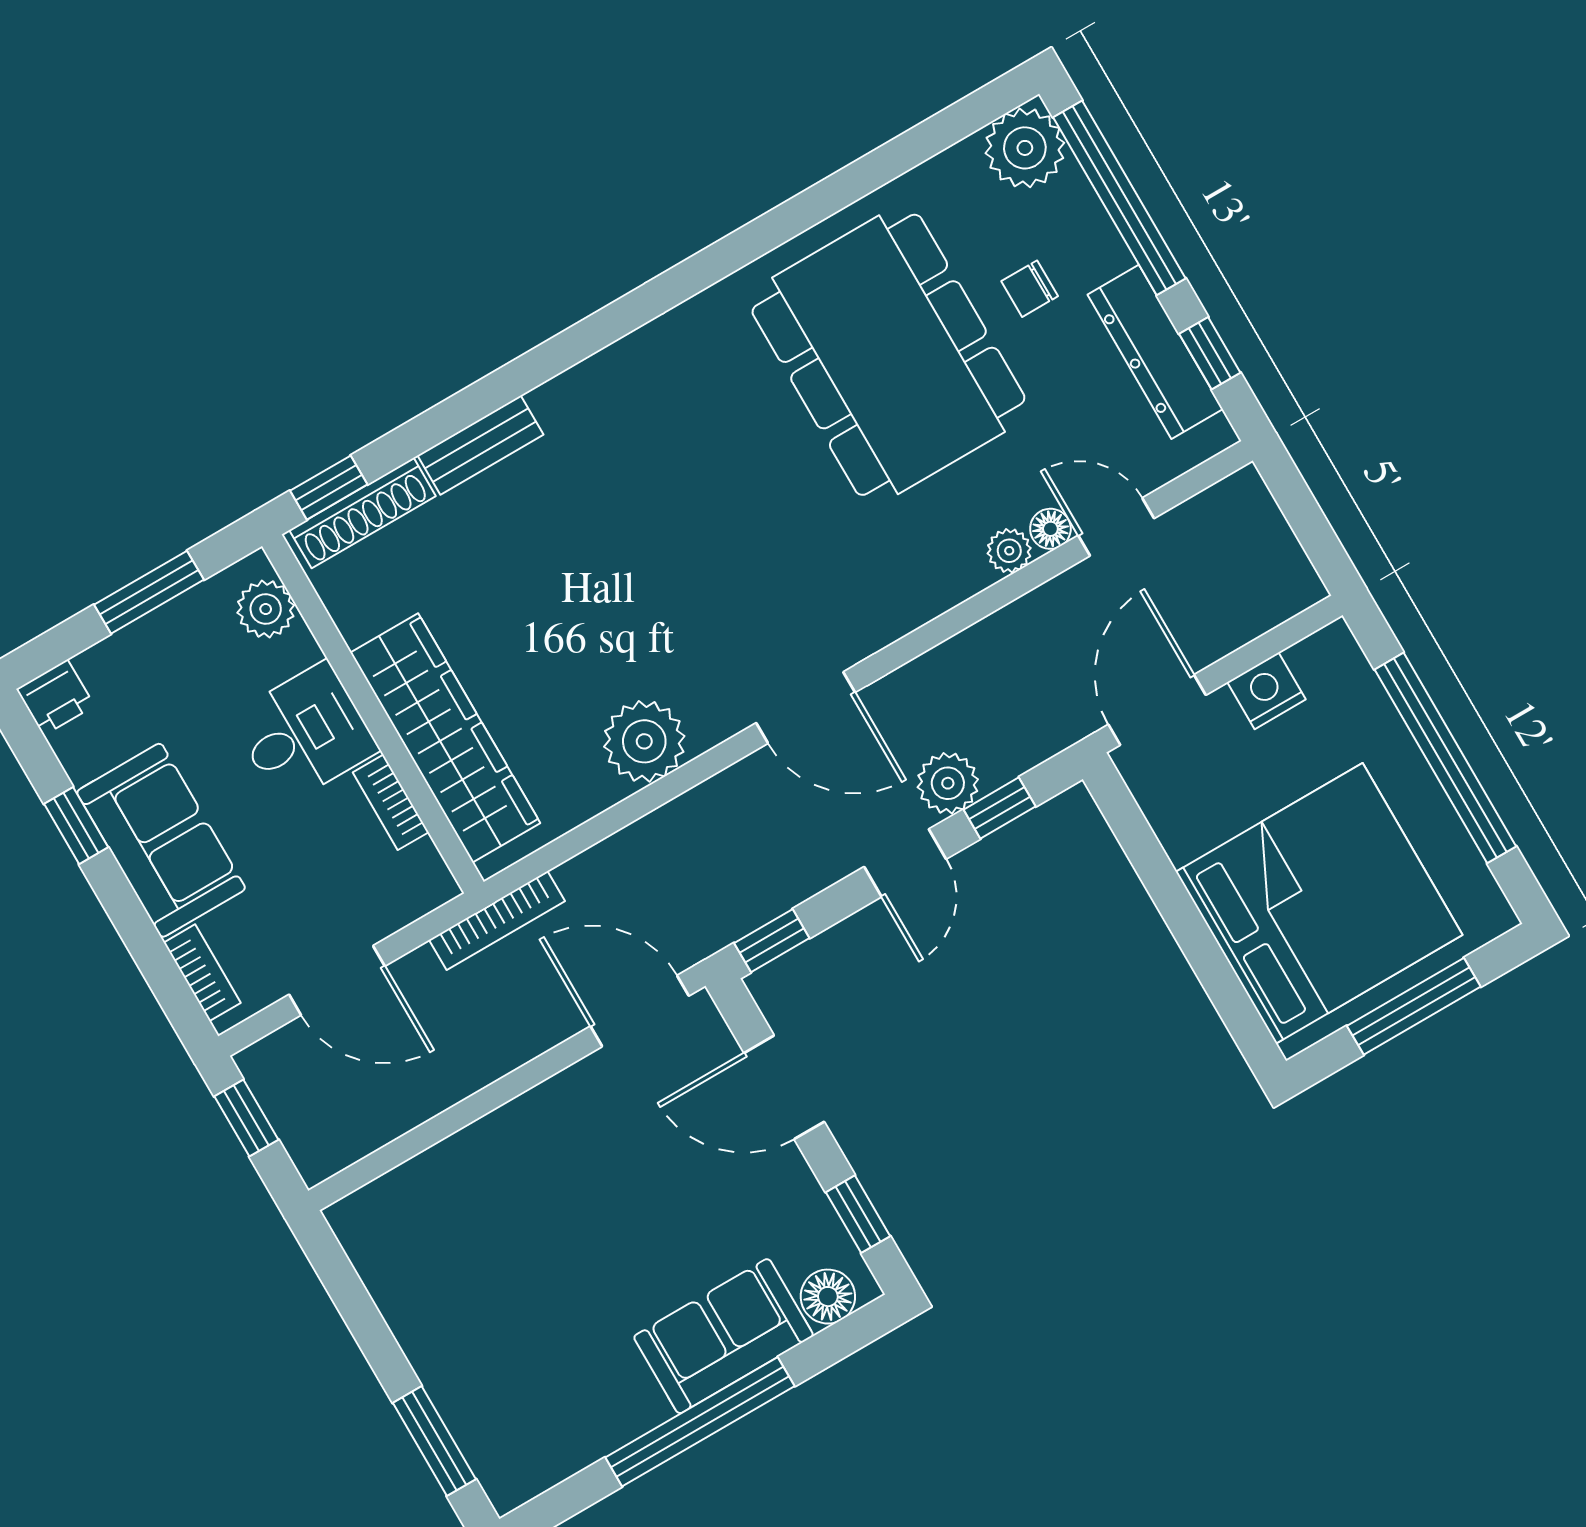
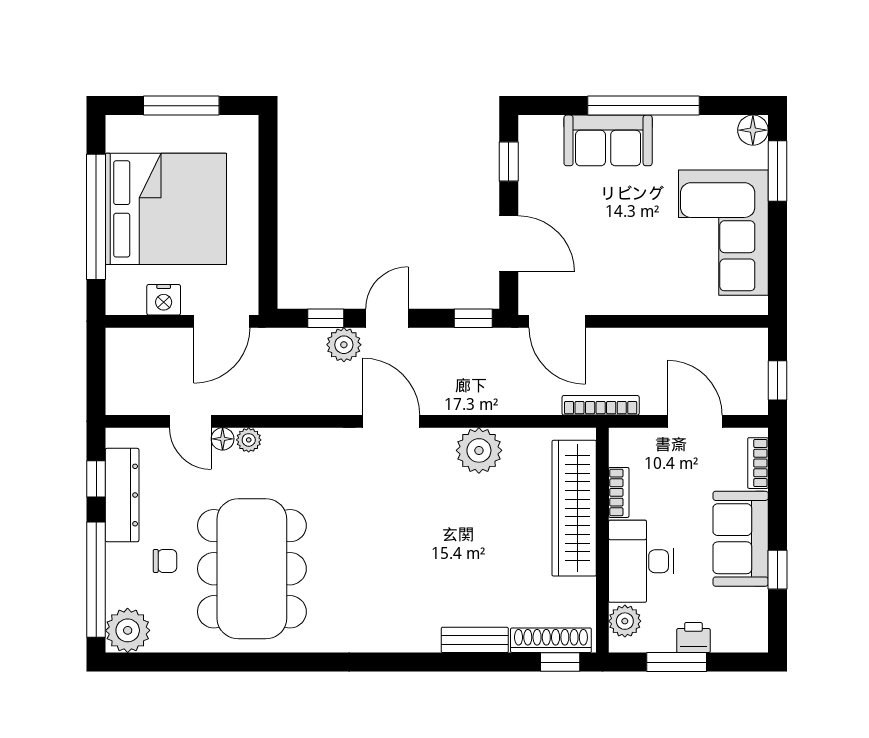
printer: (55, 697) -> (693, 638), moved
desk: (304, 733) -> (641, 561), width x1.37
bed: (1319, 903) -> (166, 209), moved, turned 180
corner sofa: (462, 1297) -> (723, 233), added
floor lamp: (828, 1297) -> (753, 130), moved

